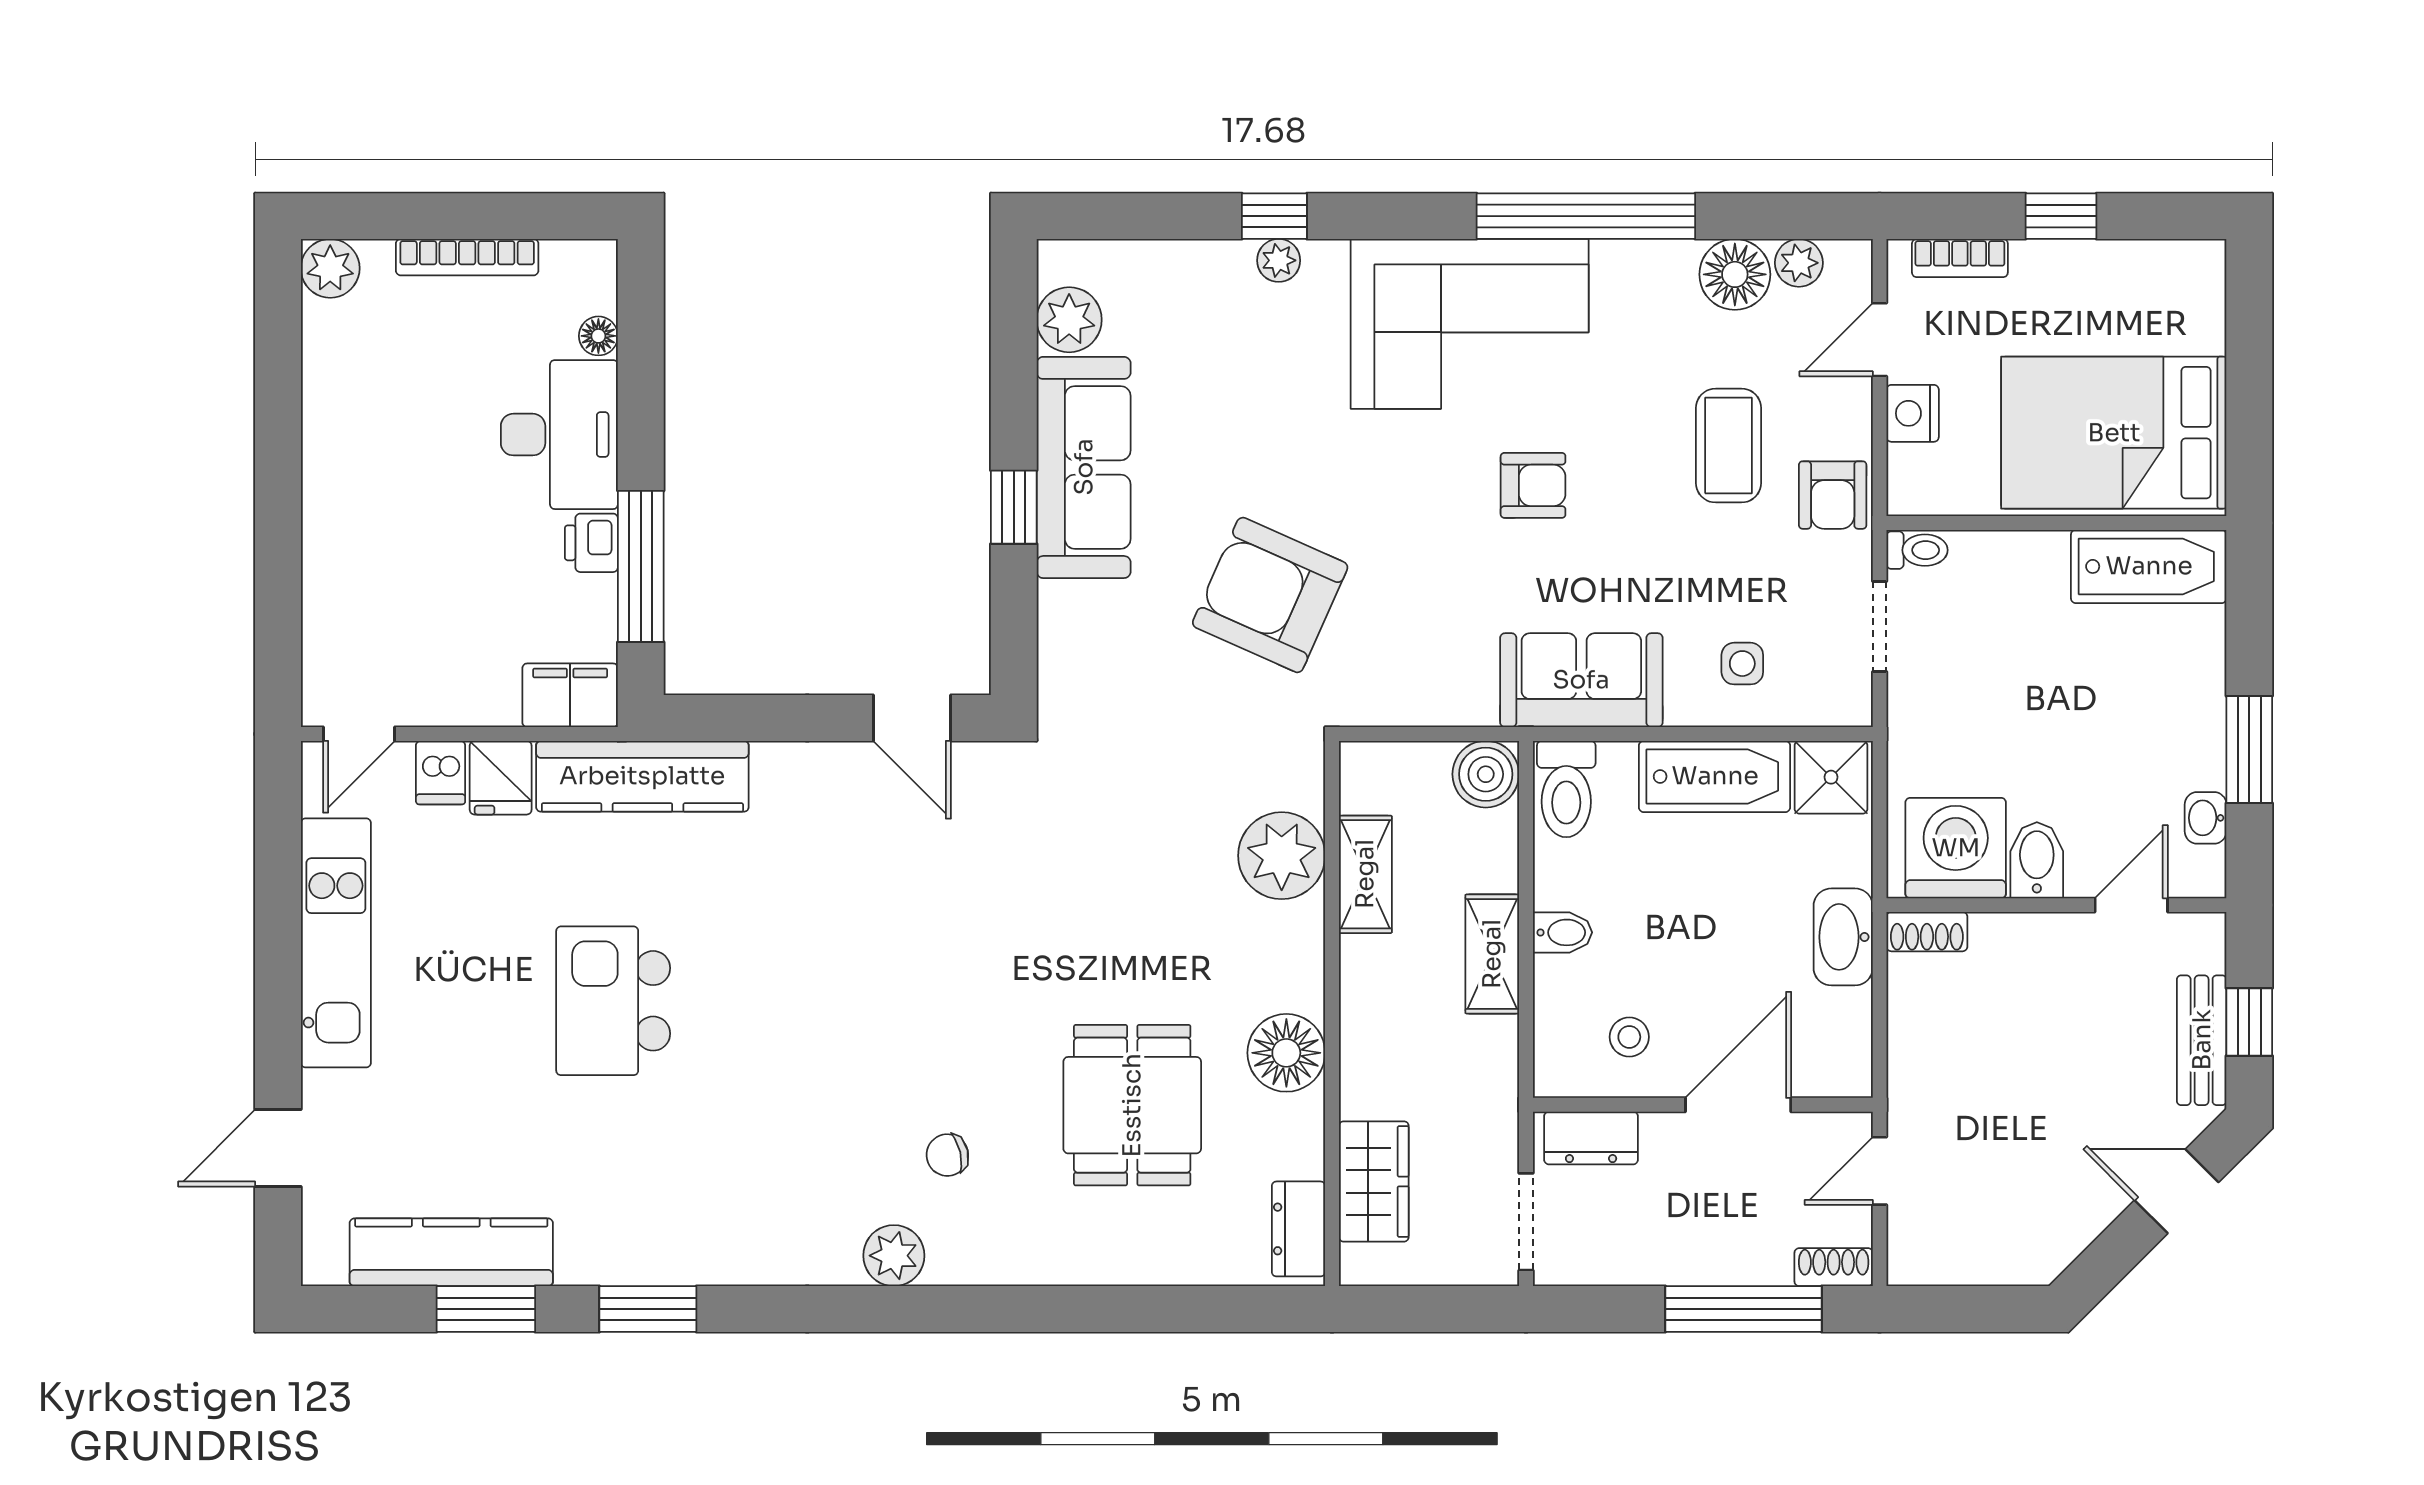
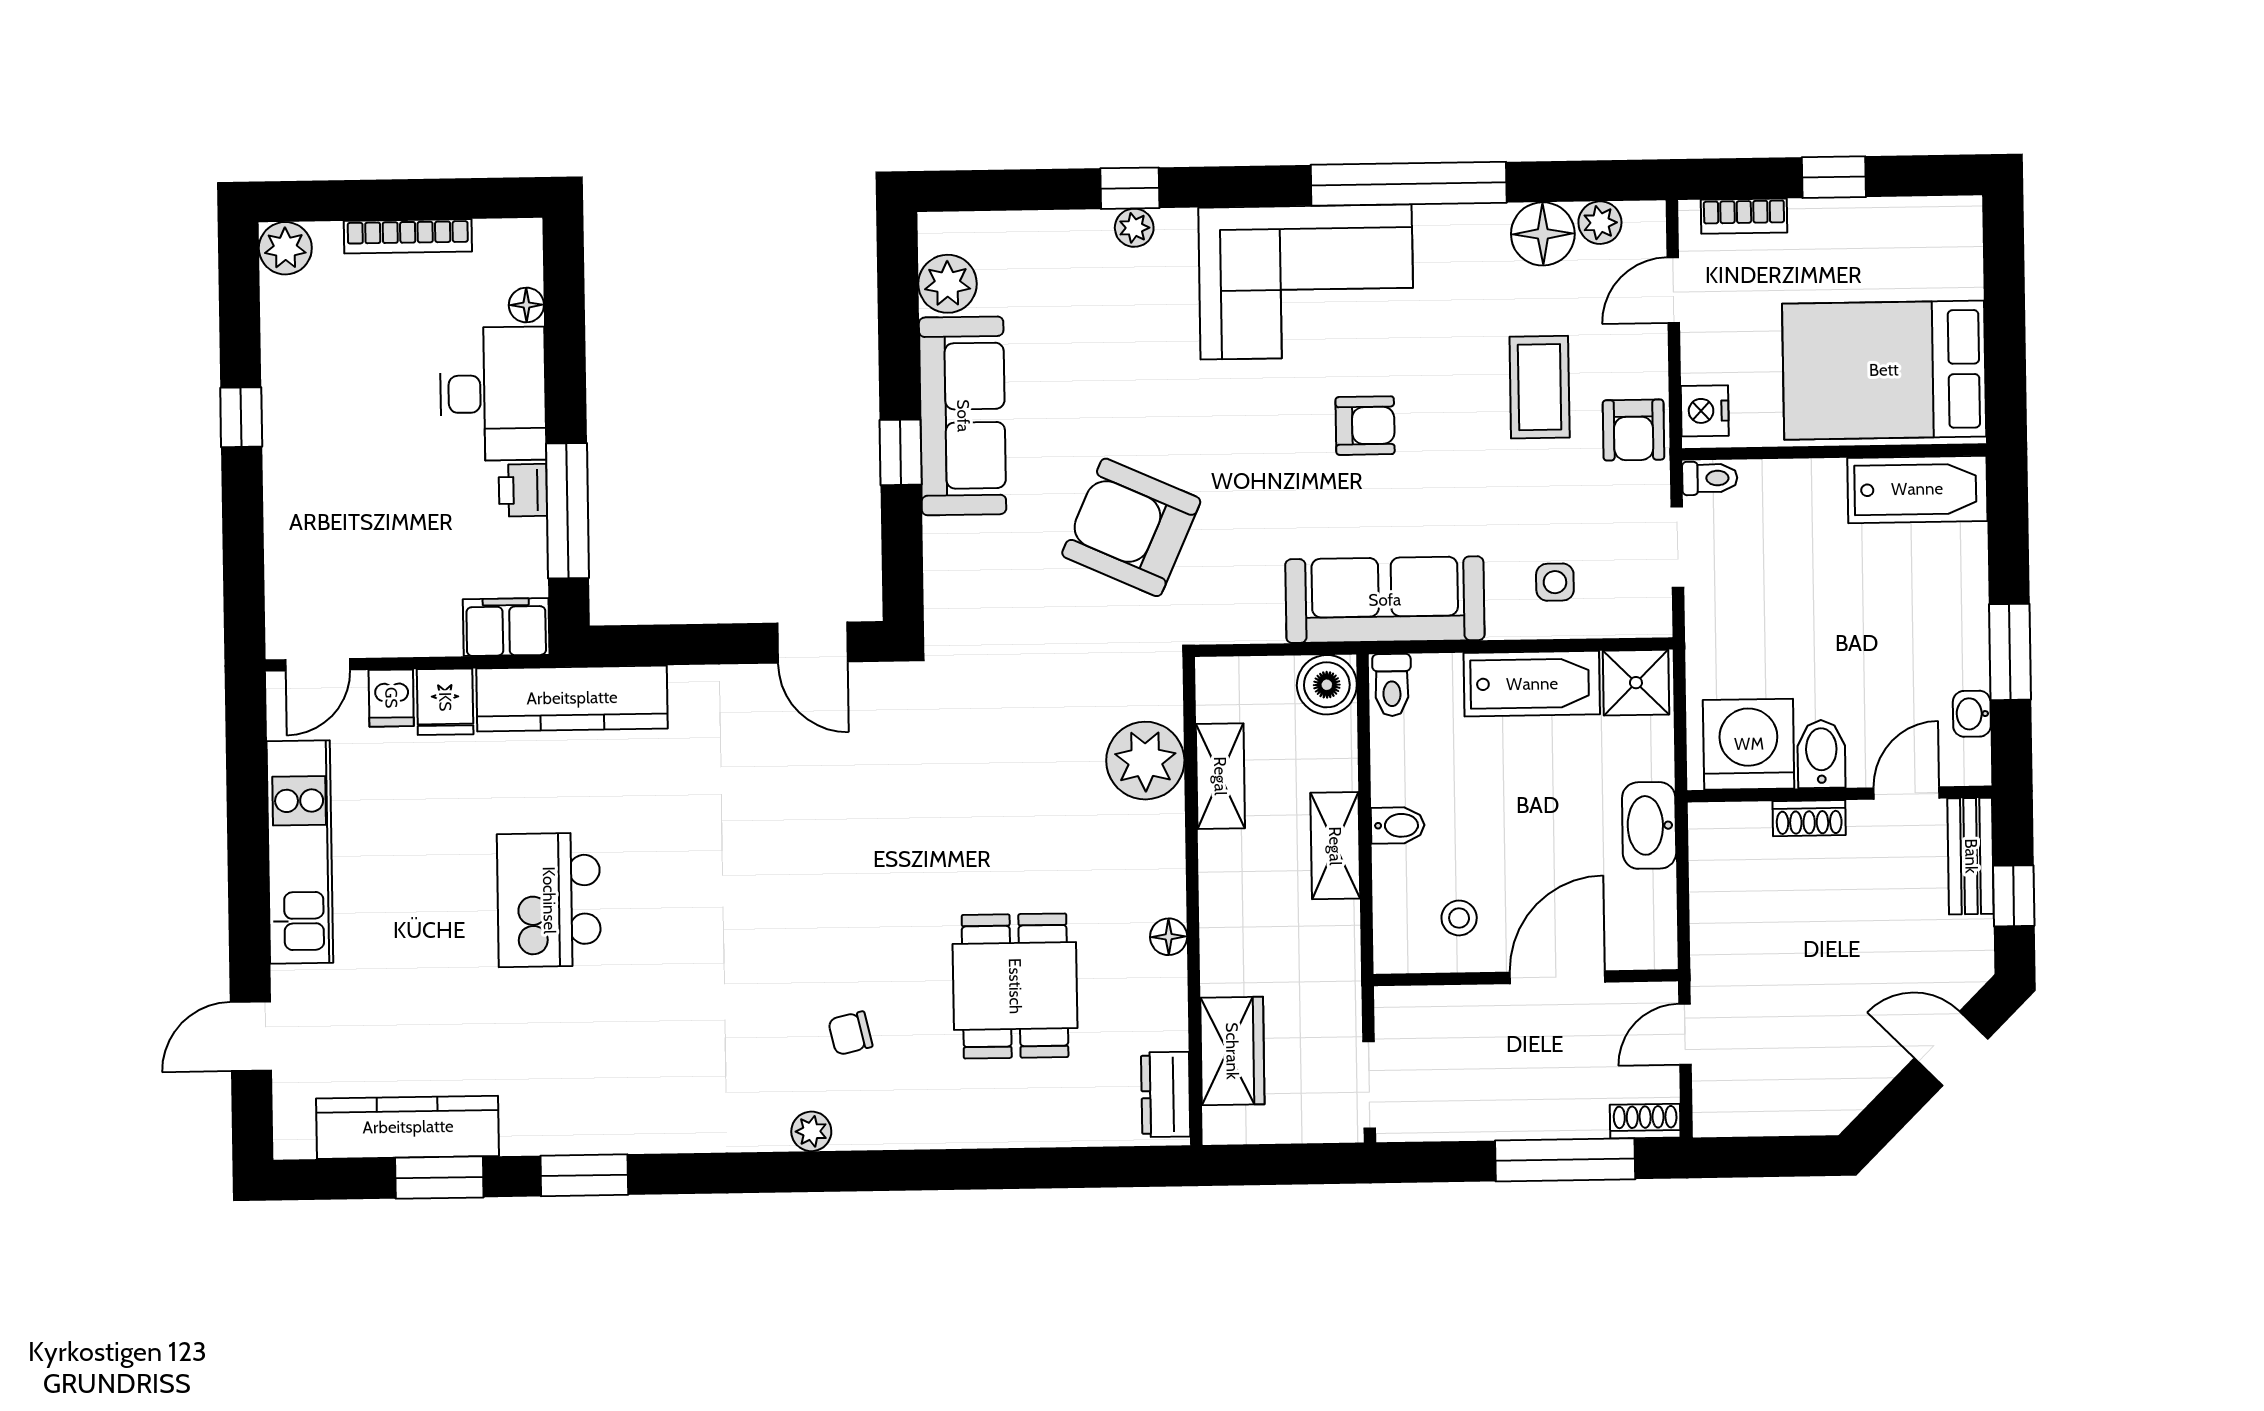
nightstand: (1913, 413) -> (1705, 411), moved
window: (278, 456) -> (241, 417), added
sofa: (1581, 680) -> (1385, 600), width x1.36
toilet: (1566, 789) -> (1392, 685), width x0.73, depth x0.72
shoe rack: (1927, 932) -> (1809, 818), moved
bench: (2202, 1040) -> (1971, 856), moved
floor lamp: (1286, 1053) -> (1169, 937), width x0.53, depth x0.53
dresser: (1591, 1138) -> (1426, 1009), removed
plant: (894, 1256) -> (811, 1131), width x0.73, depth x0.73

